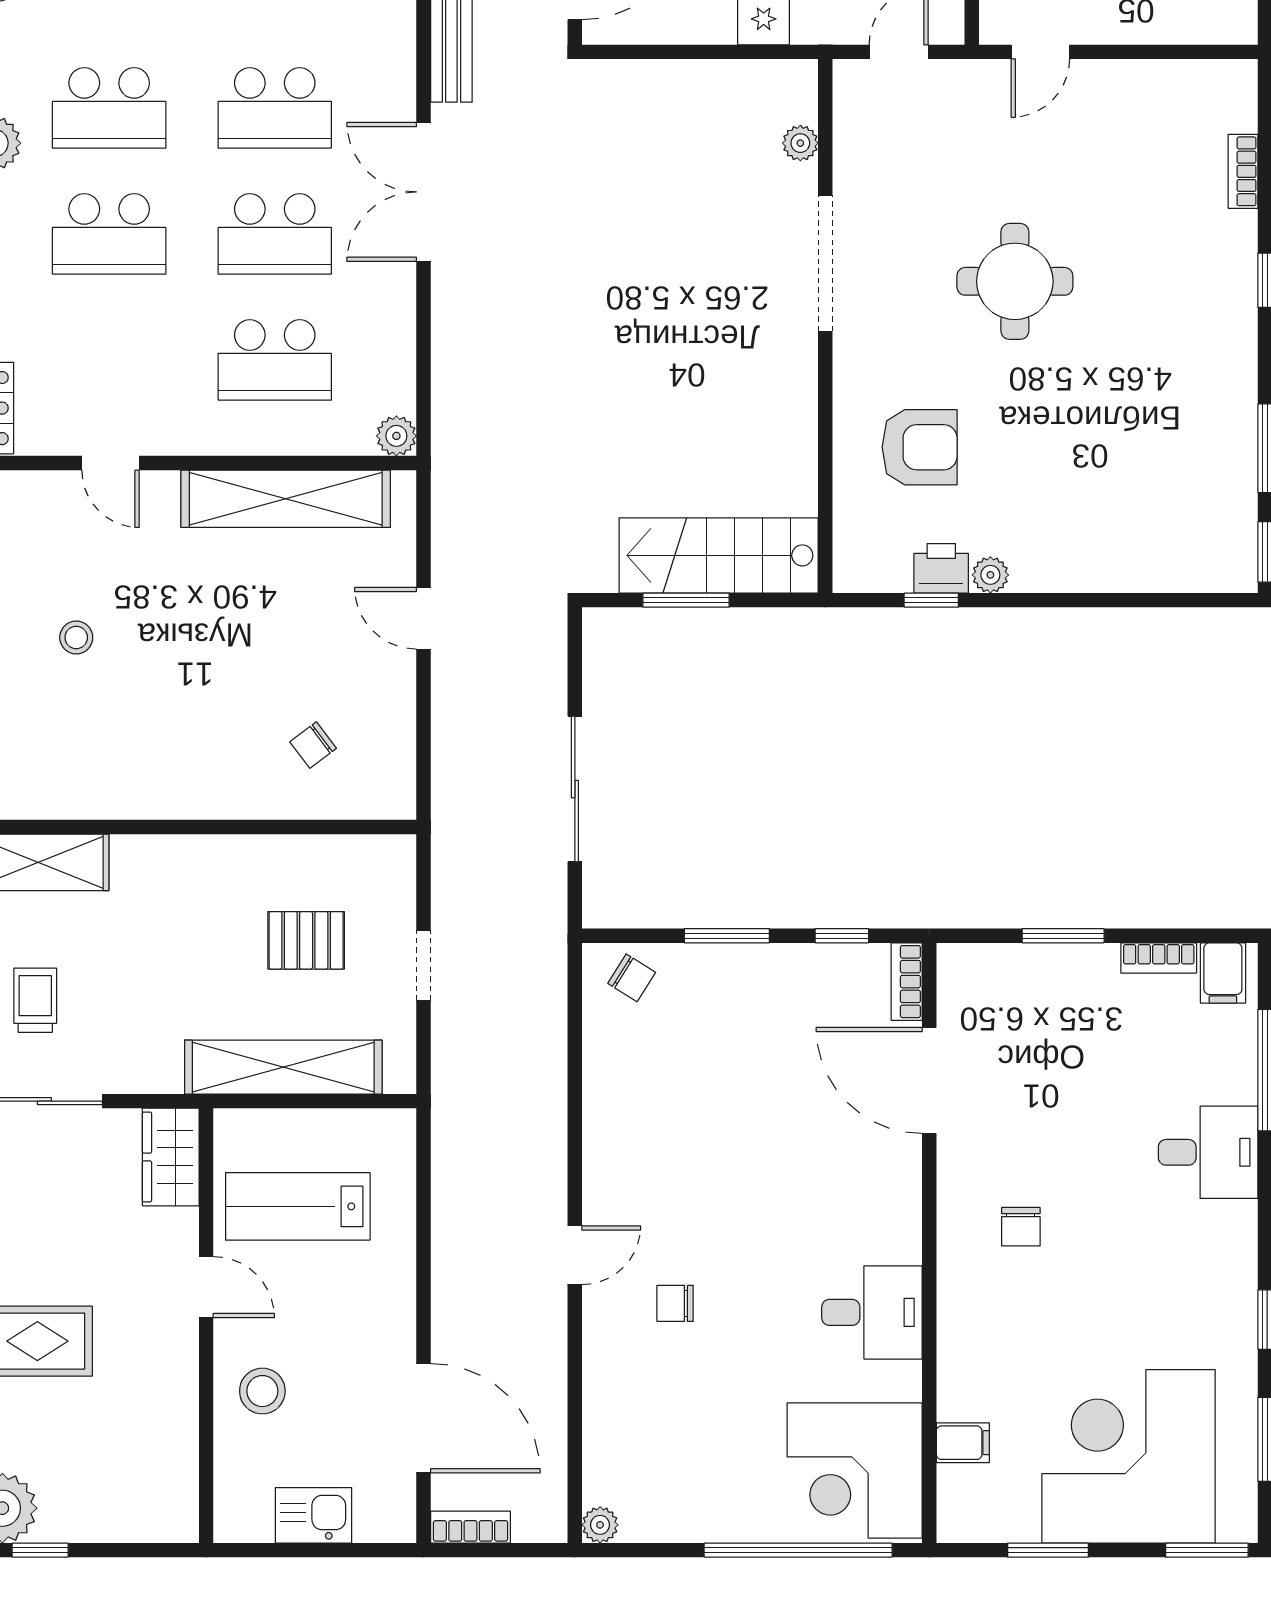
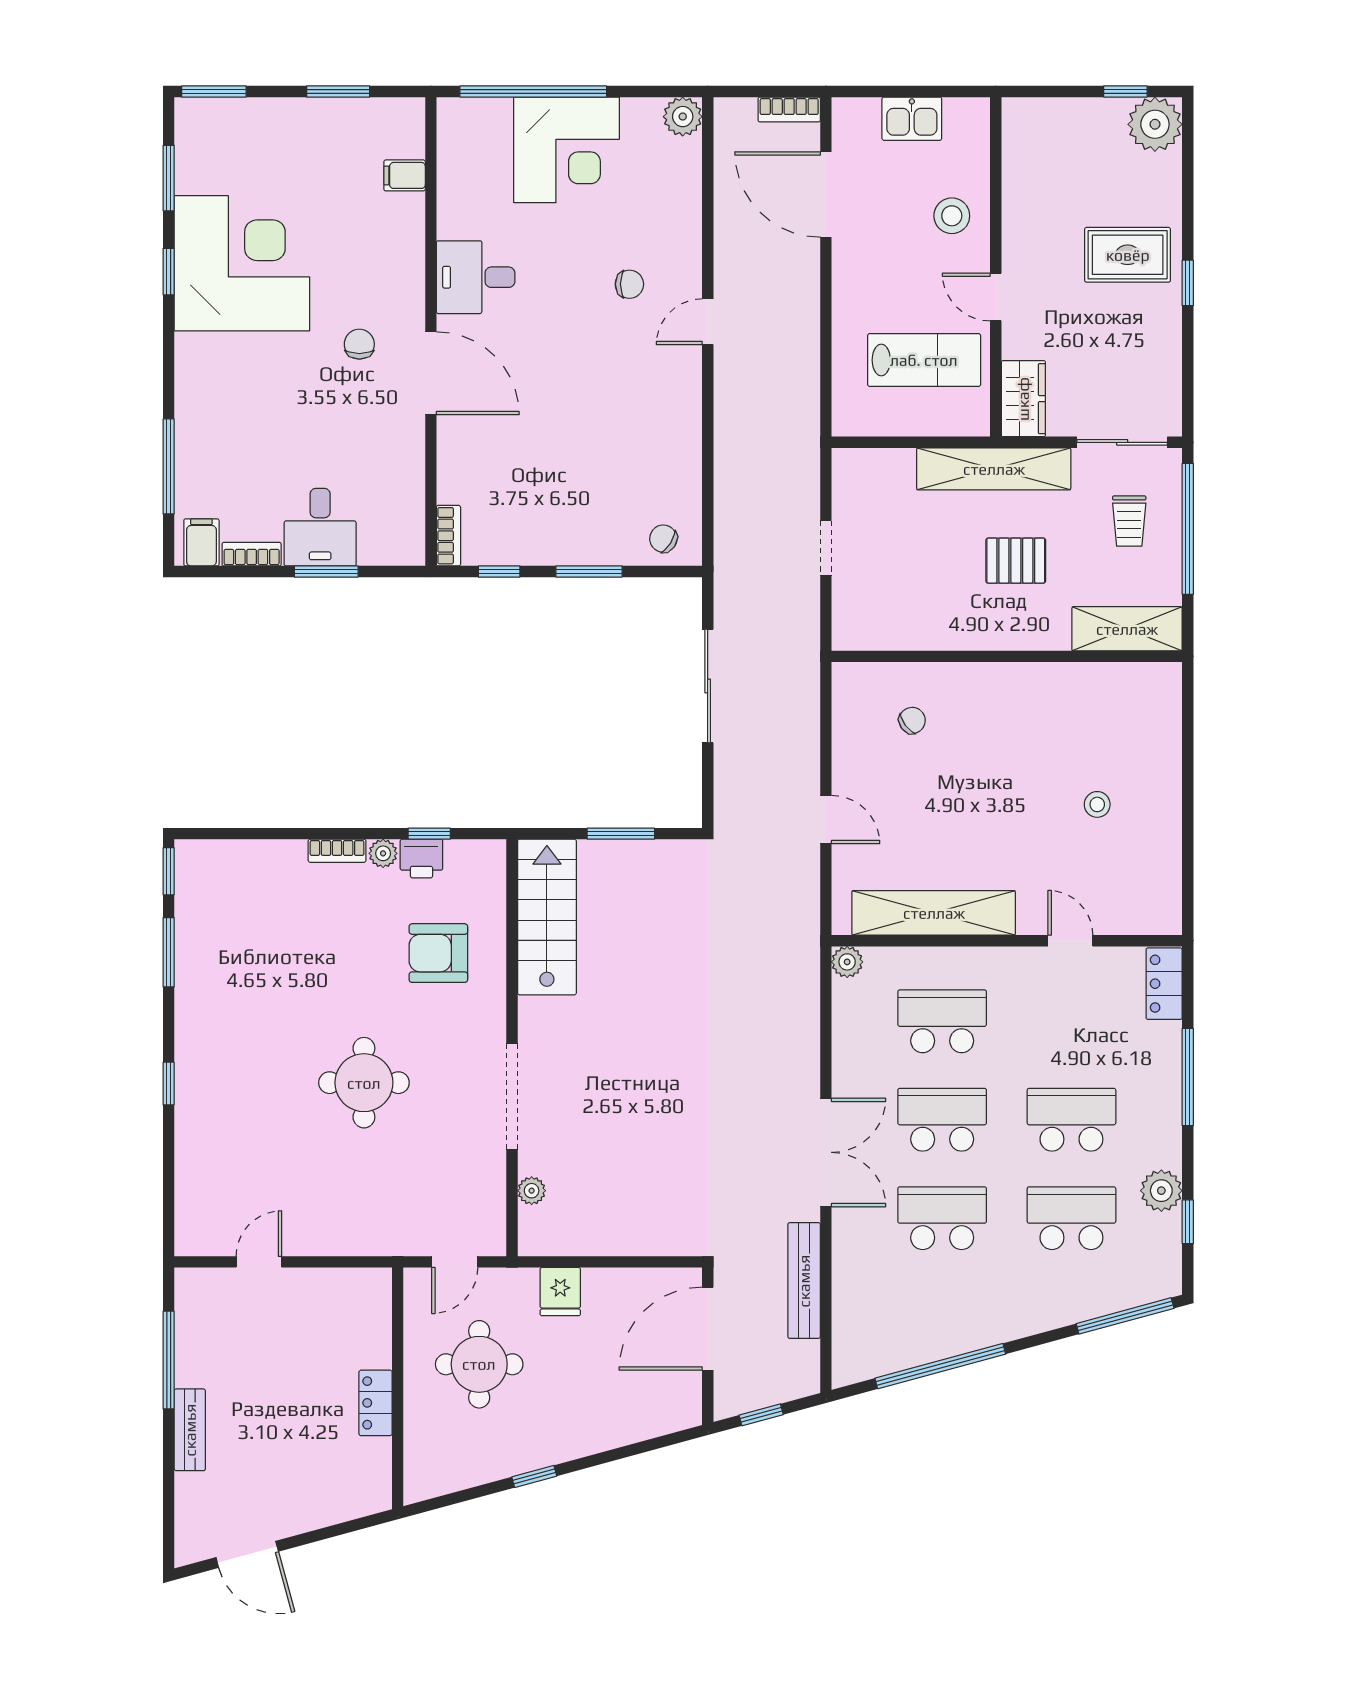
door: (1040, 52) -> (259, 1262), moved
bookcase: (1243, 171) -> (337, 851), moved, turned 90
stairs: (719, 555) -> (547, 917), moved, turned -90
pallet: (306, 940) -> (1016, 561), moved
shelving: (283, 1067) -> (994, 469), moved
door: (929, 1080) -> (431, 373), moved
desk: (1208, 1152) -> (320, 527), moved, turned -90
corner desk: (1129, 1456) -> (242, 263), moved, turned -90
corner desk: (855, 1470) -> (566, 150), moved, turned 90
plant: (600, 1525) -> (683, 117), width x1.38, depth x1.38

